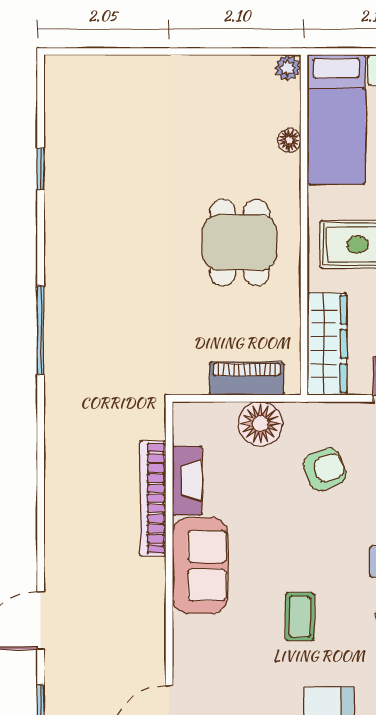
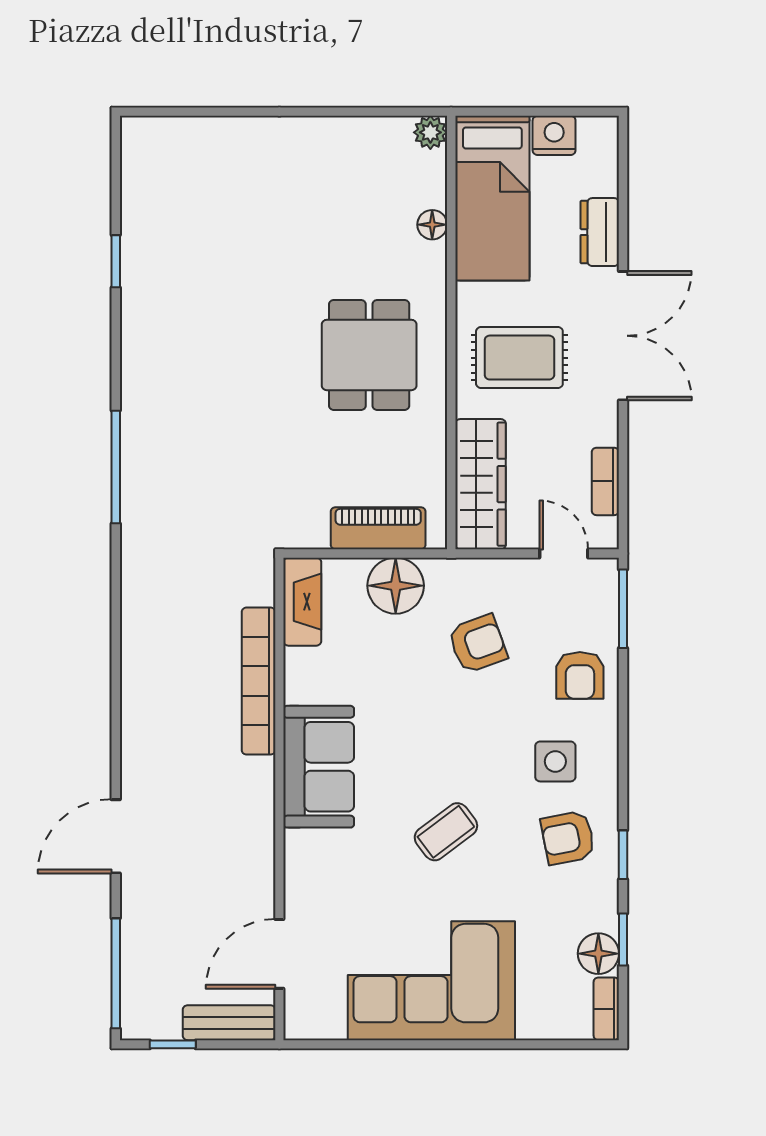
fireplace: (187, 481) -> (302, 602), moved
coffee table: (300, 617) -> (446, 832), turned 53

